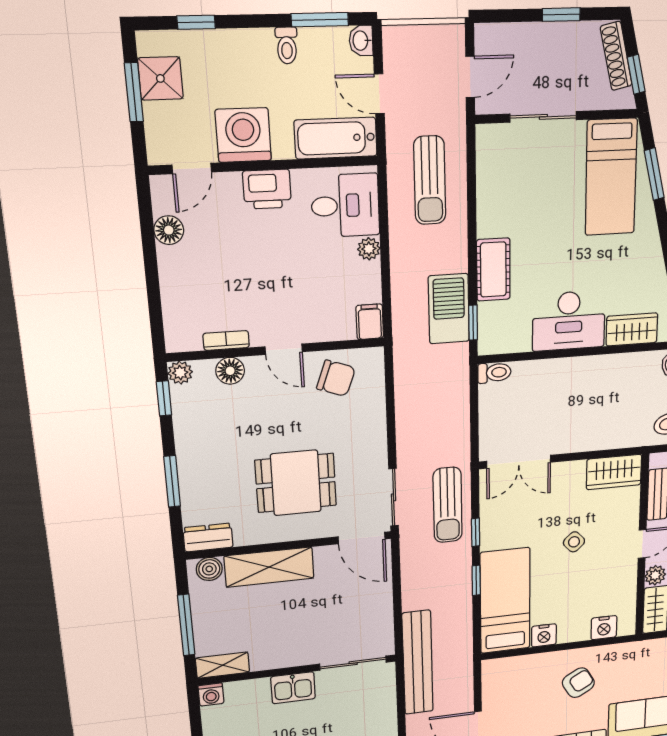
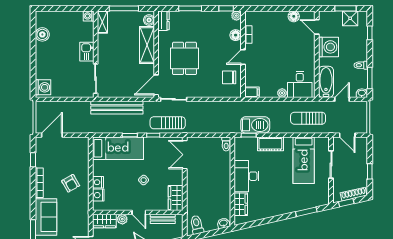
bed: (611, 177) -> (304, 160), moved, turned -90
printer: (267, 189) -> (308, 55), removed
chair: (336, 378) -> (229, 77), turned 70
nightstand: (544, 635) -> (98, 182), moved
bench: (418, 663) -> (117, 108), moved

